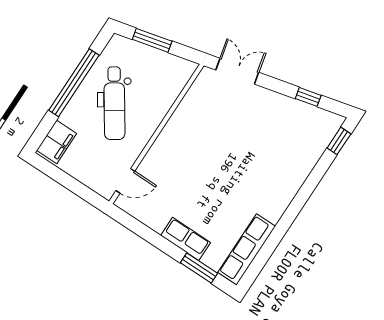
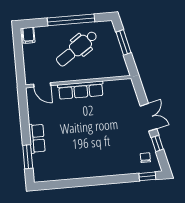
double door: (237, 71) -> (148, 117), moved
chair: (314, 125) -> (145, 158), added
filing cabinet: (57, 142) -> (28, 35), width x0.50
row of seats: (247, 249) -> (81, 90), moved, turned 180

